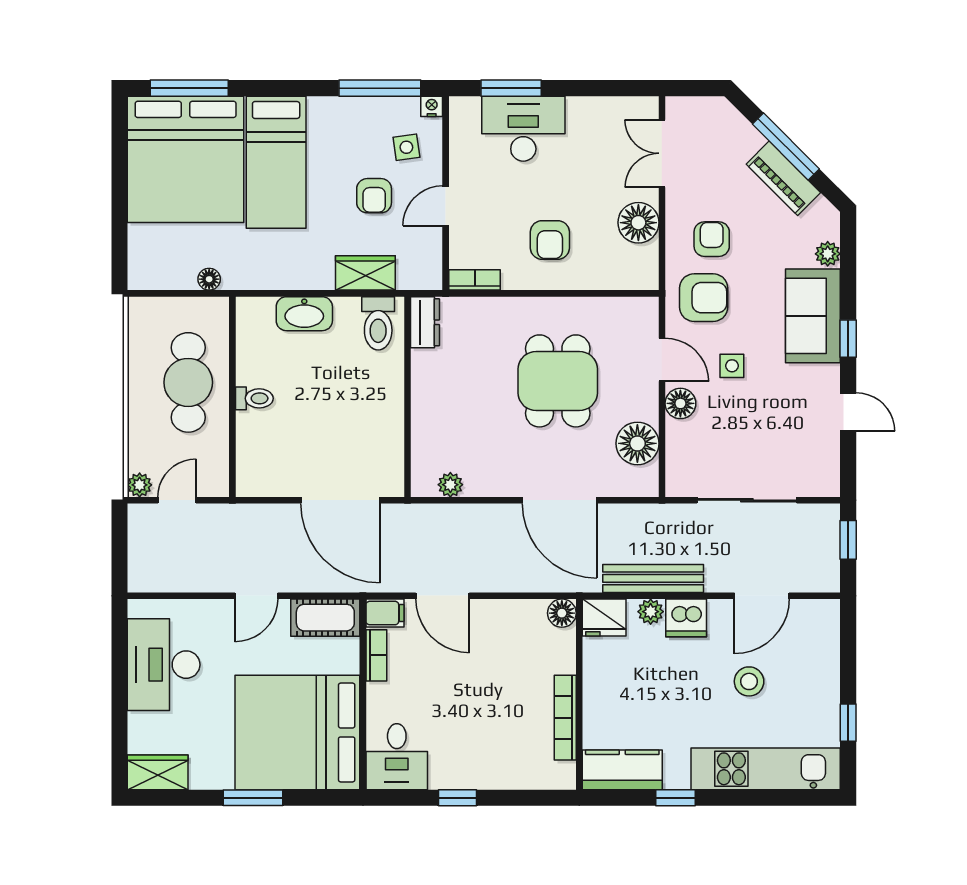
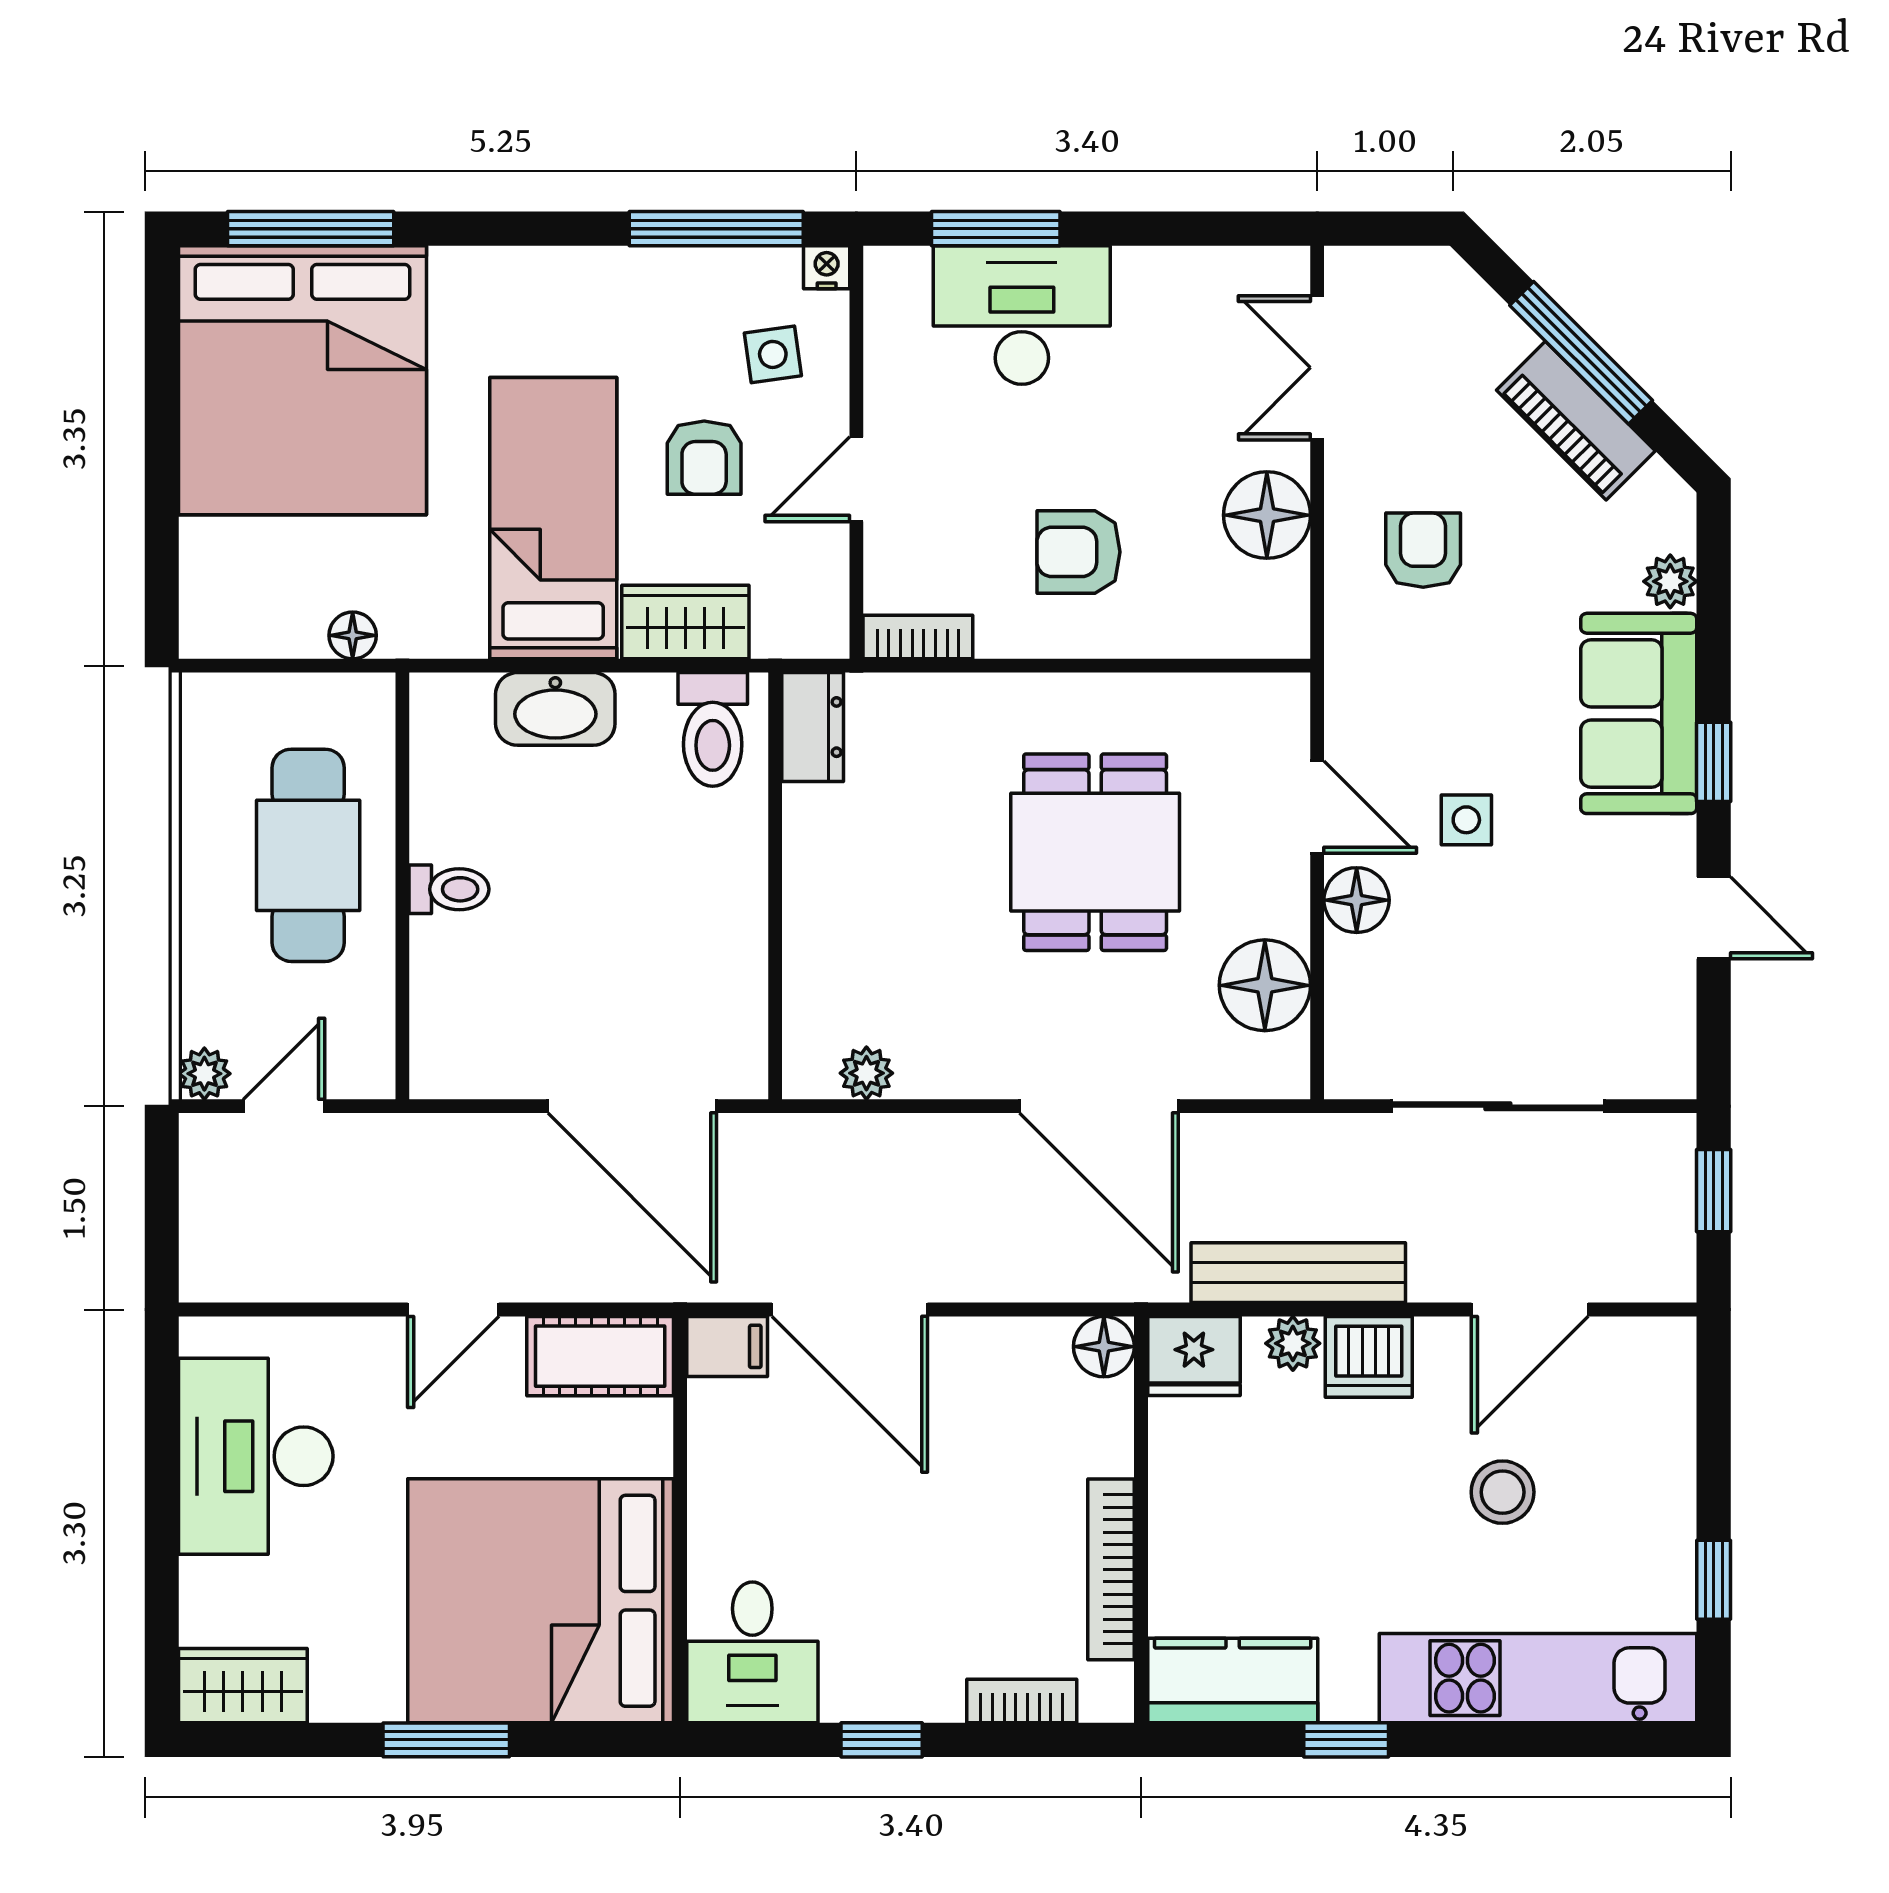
bed: (276, 162) -> (553, 518), moved, turned 180
armchair: (550, 240) -> (1078, 552), turned 90
armchair: (704, 298) -> (1406, 675), removed
door: (442, 596) -> (850, 1310), width x1.36
bookcase: (376, 655) -> (1022, 1701), moved, turned -90

